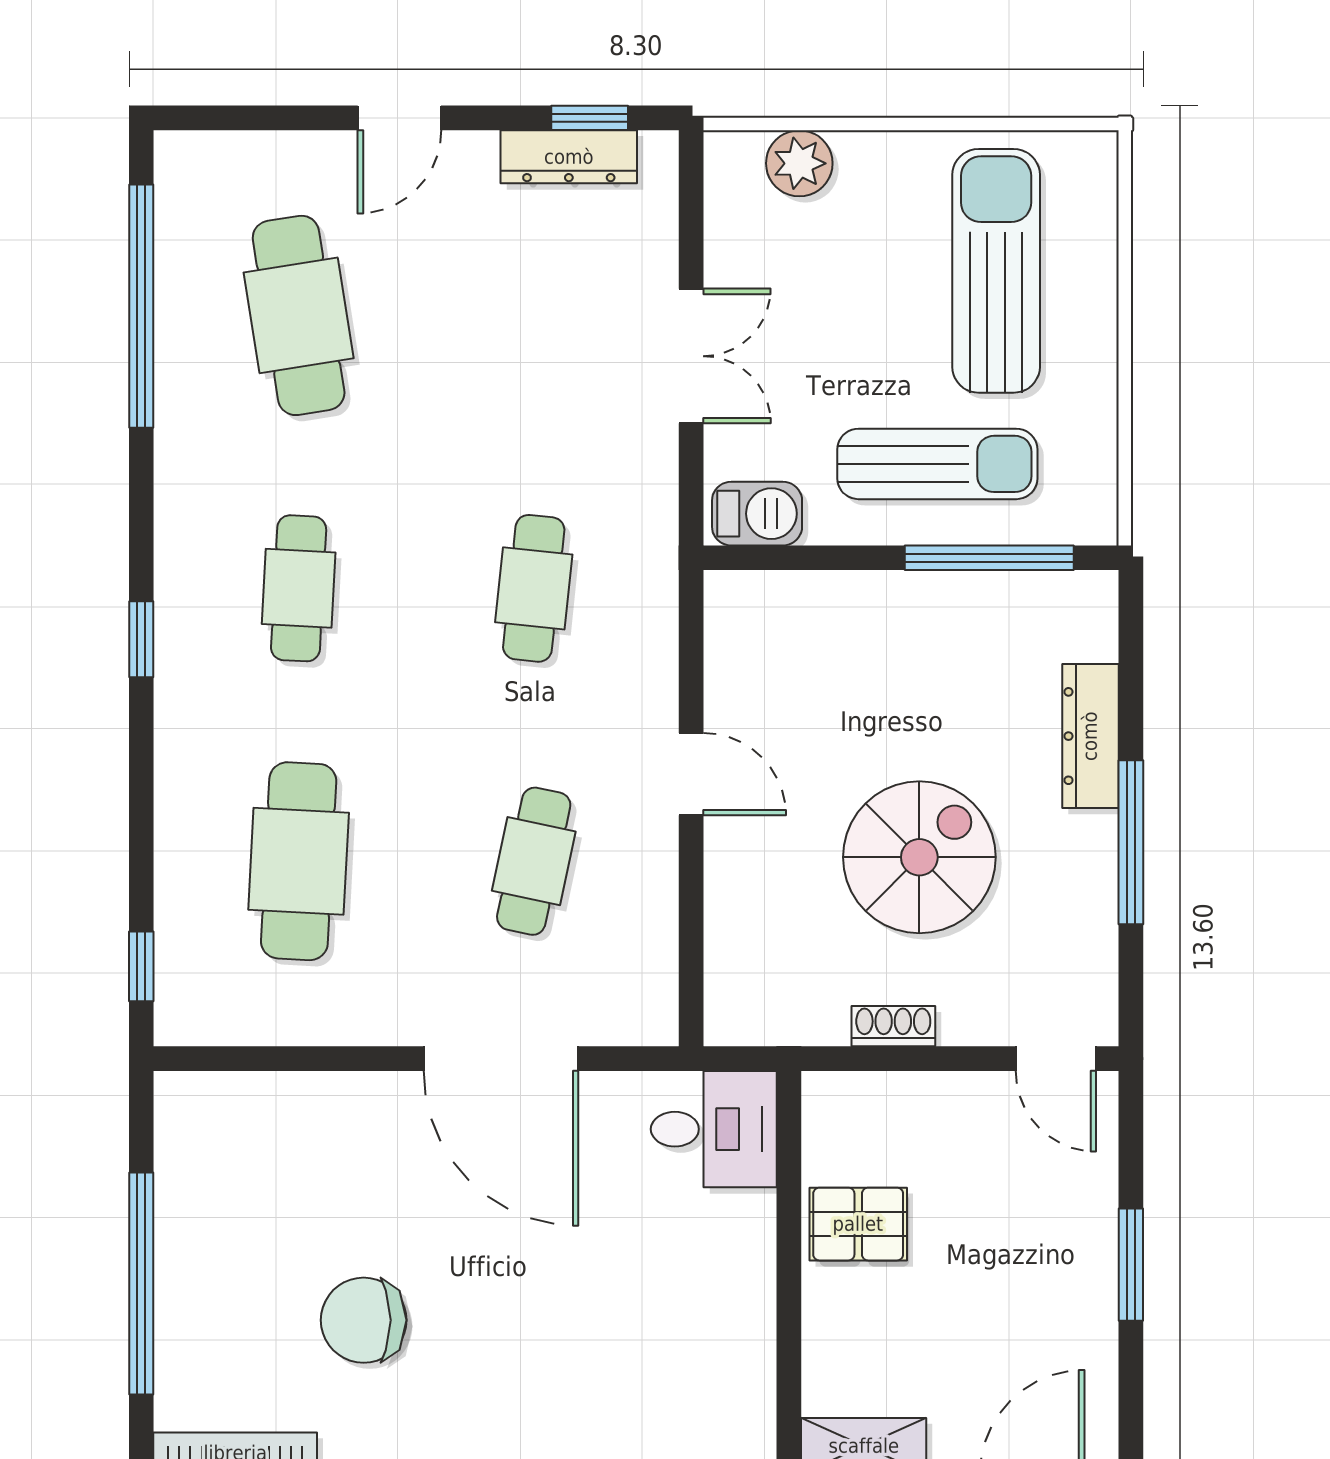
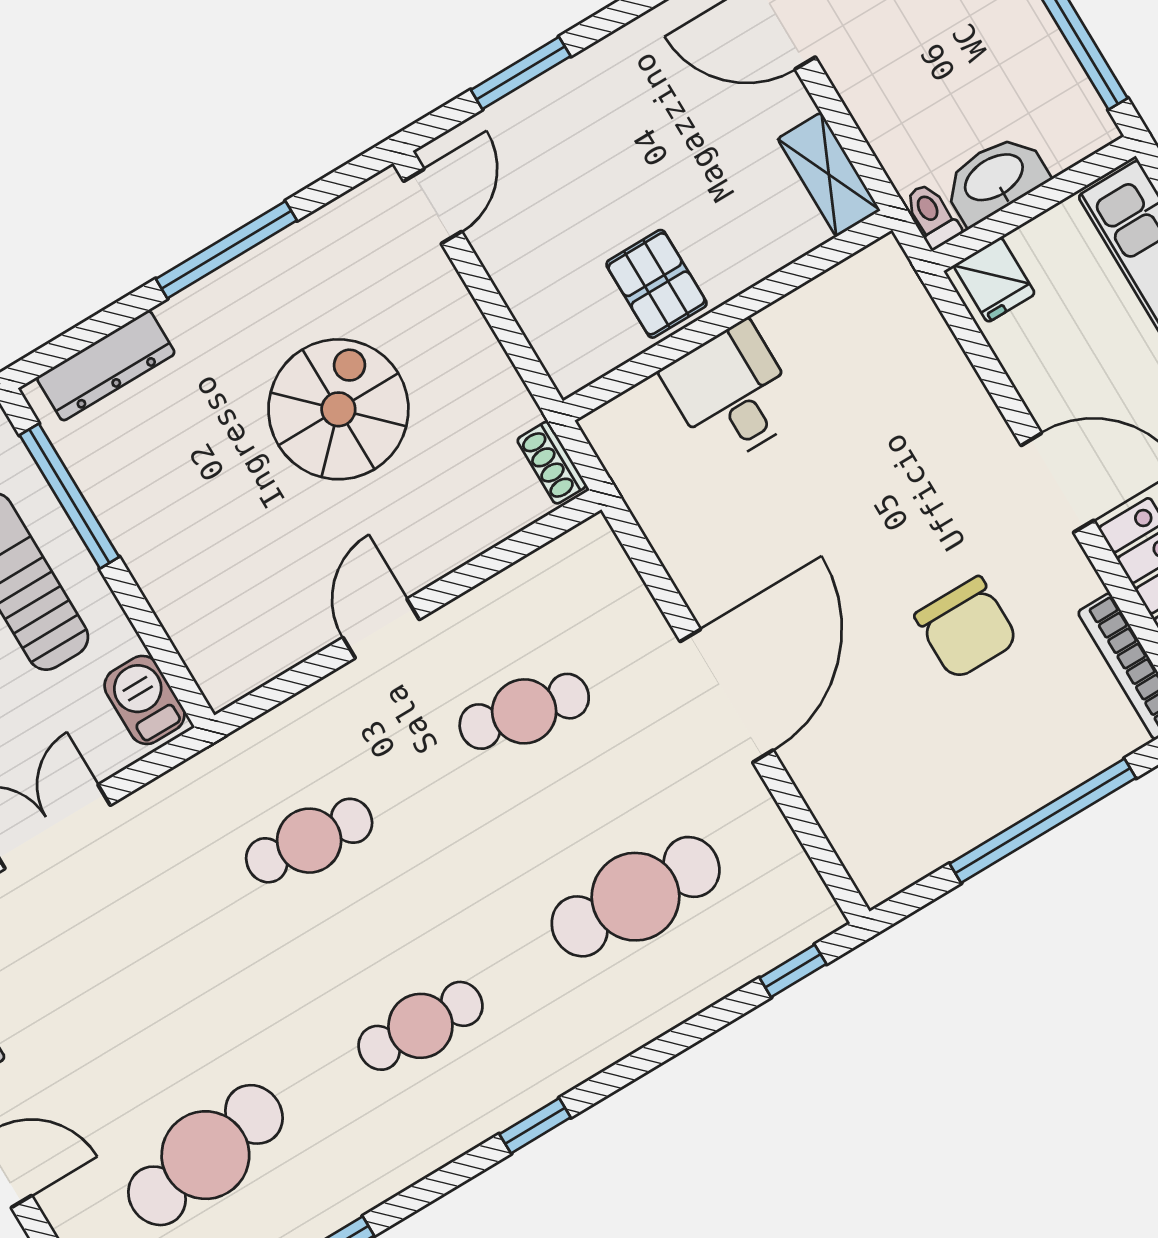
dresser: (1090, 736) -> (106, 366), moved
spiral stairs: (919, 857) -> (338, 409), turned 90
shoe rack: (893, 1026) -> (552, 463), moved
door: (501, 1059) -> (727, 696), moved
desk: (714, 1129) -> (732, 393), moved
window: (1131, 1265) -> (521, 73), moved

